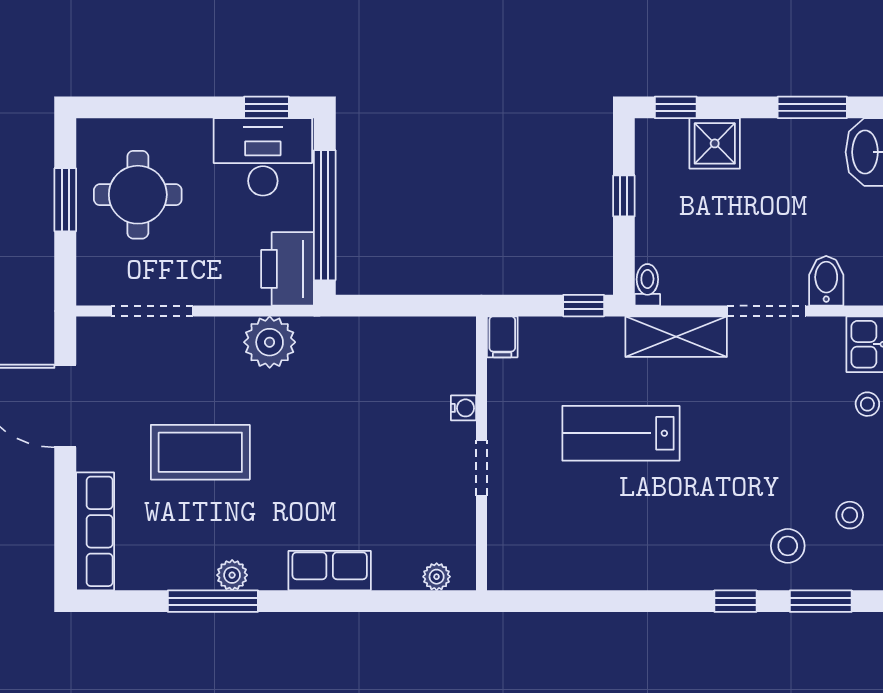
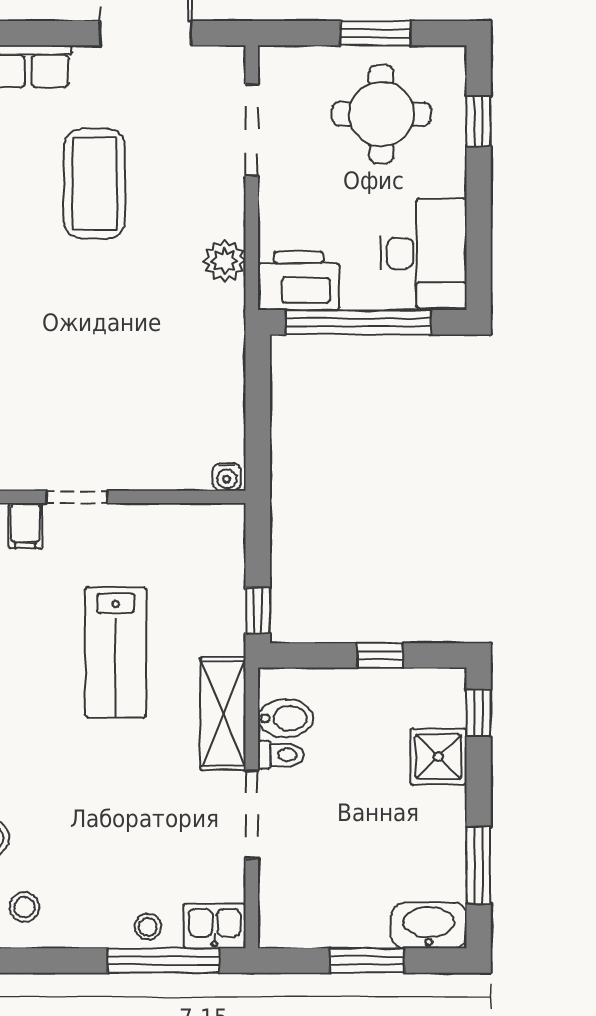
window: (266, 107) -> (479, 121), moved
bidet: (826, 281) -> (286, 718), moved
toilet: (647, 285) -> (281, 755), moved
filing cabinet: (502, 337) -> (25, 526), moved, turned -90
plant: (270, 342) -> (225, 261), width x0.73, depth x0.73
water cooler: (464, 408) -> (227, 477), moved
lab bench: (621, 433) -> (116, 652), turned 180

